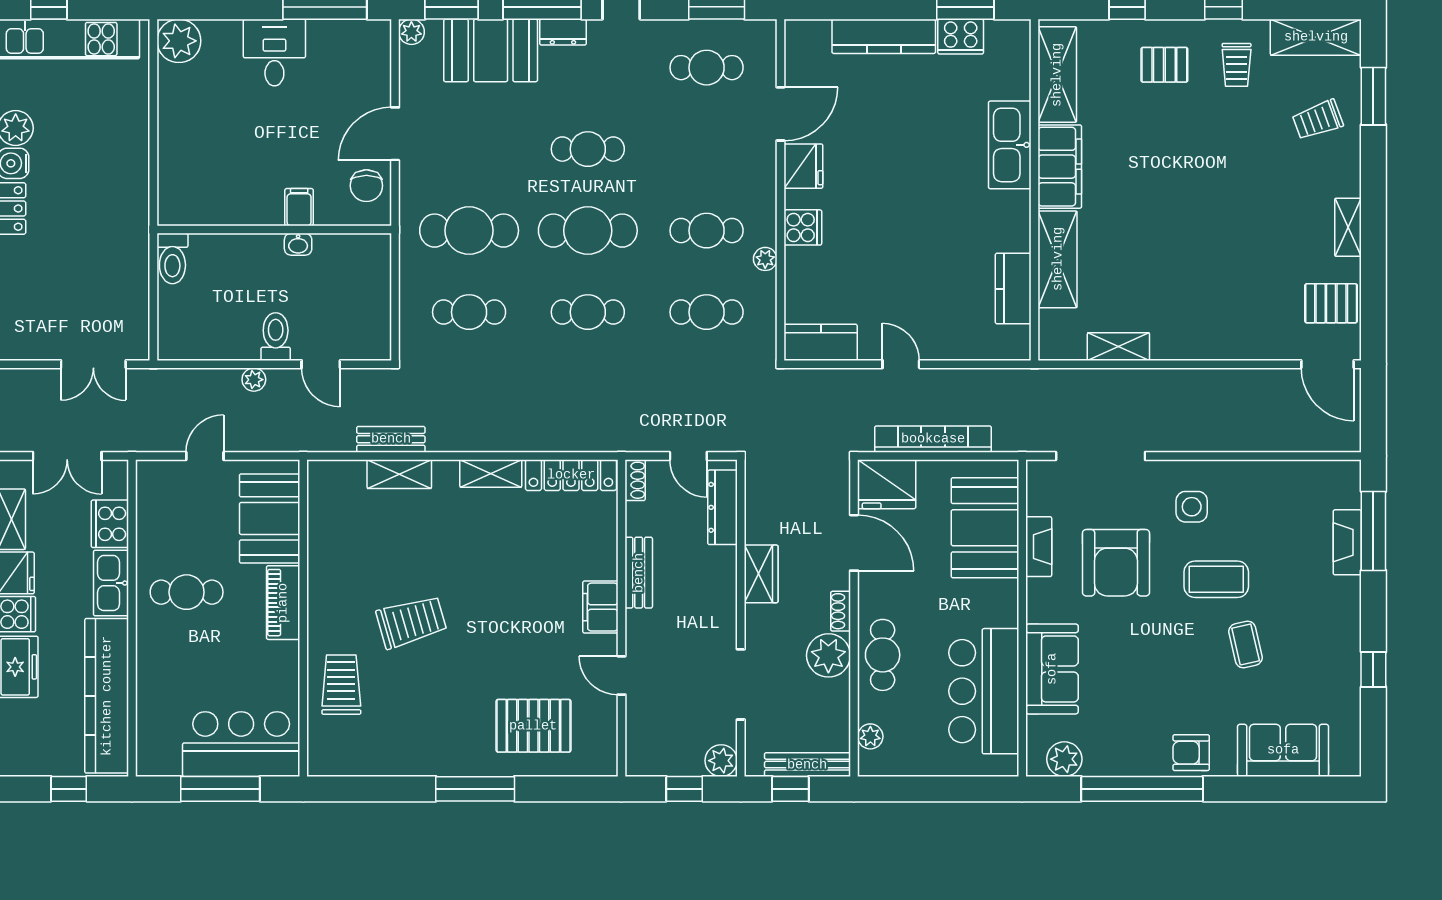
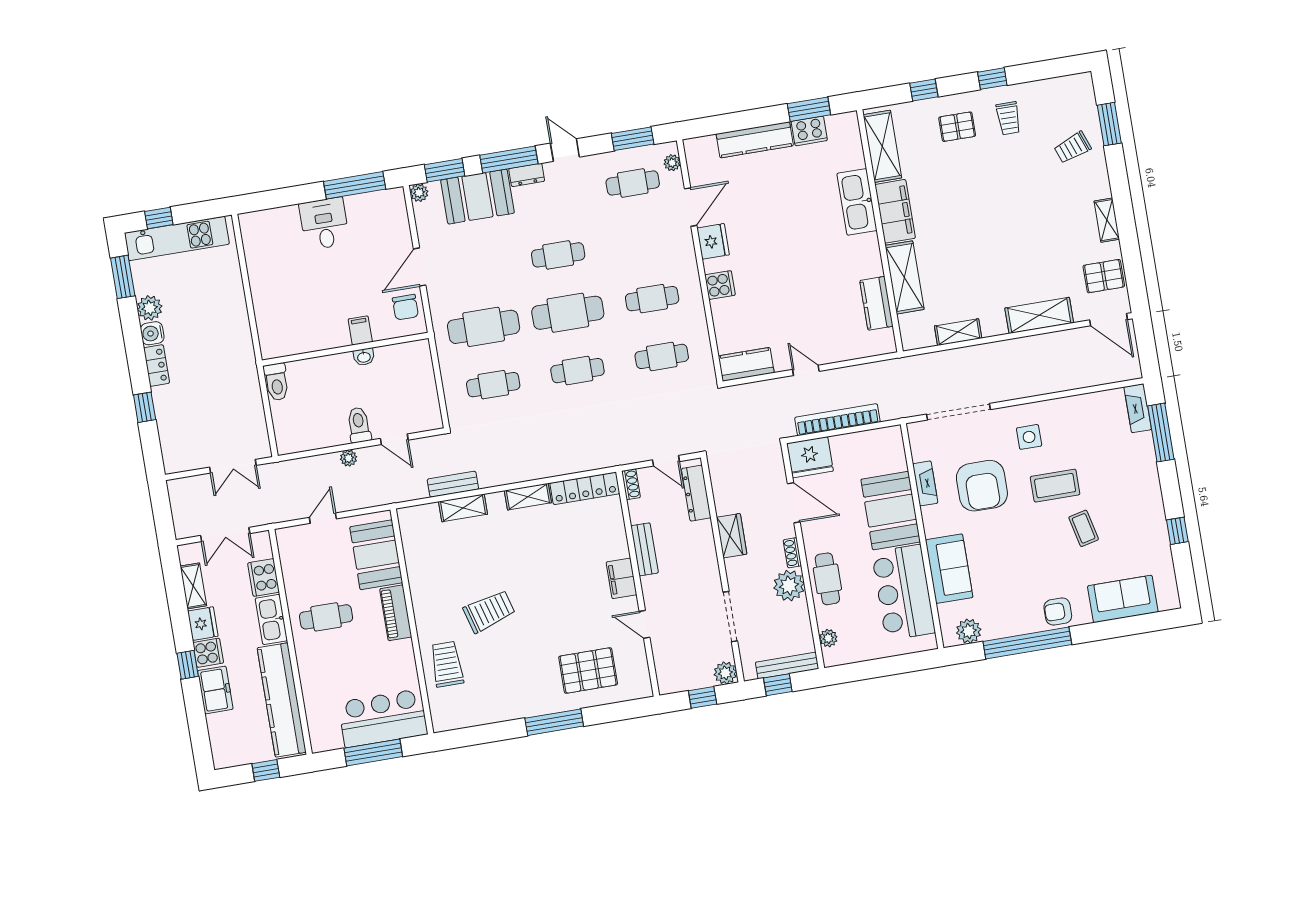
shelving: (1316, 37) -> (1039, 315), moved
plant: (179, 41) -> (255, 227), removed
plant: (765, 259) -> (672, 163), moved
booth: (985, 528) -> (891, 511), moved
fireplace: (1347, 542) -> (1138, 408), moved

